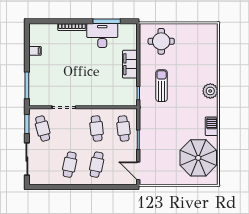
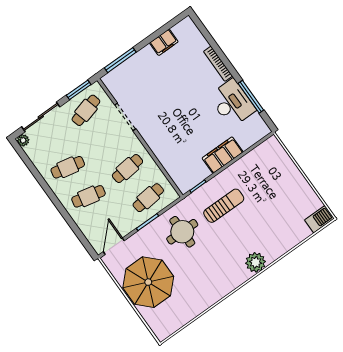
round table: (161, 41) -> (182, 232), moved
filing cabinet: (35, 51) -> (164, 42), width x2.00
barbecue: (212, 126) -> (319, 219), moved
parasol: (198, 158) -> (148, 282), moved
plant: (34, 180) -> (23, 140), added

